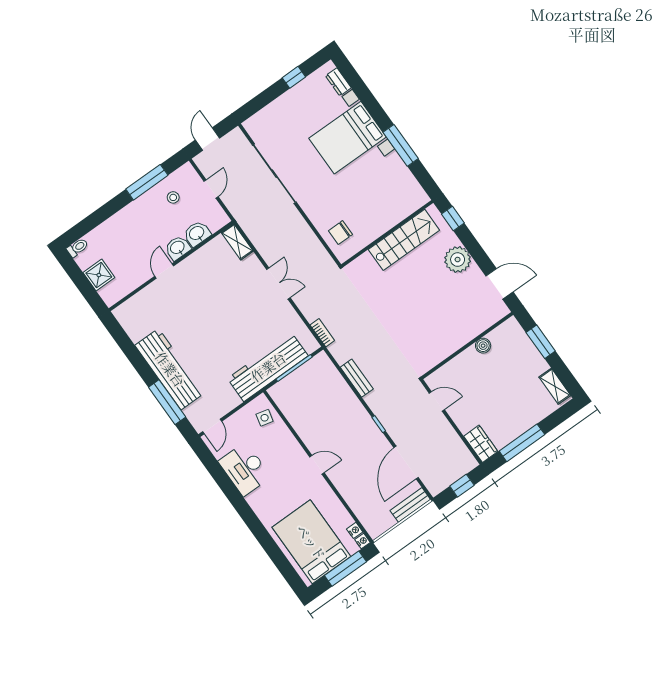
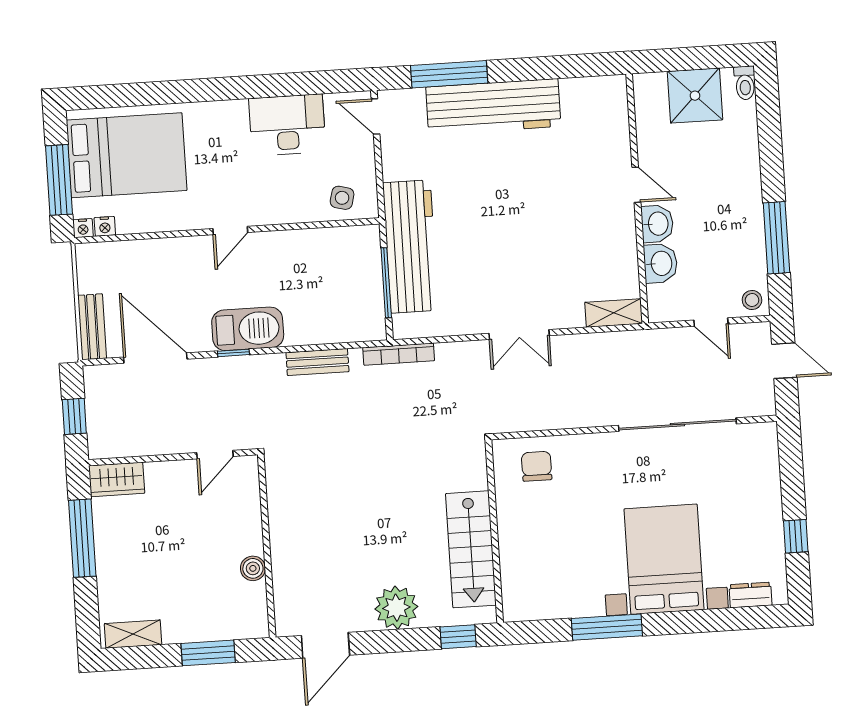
stool: (173, 197) -> (752, 300), moved
shower: (99, 275) -> (695, 96), width x1.36, depth x1.36
bookcase: (322, 333) -> (399, 354), width x1.56
barbecue: (362, 424) -> (248, 329), added

